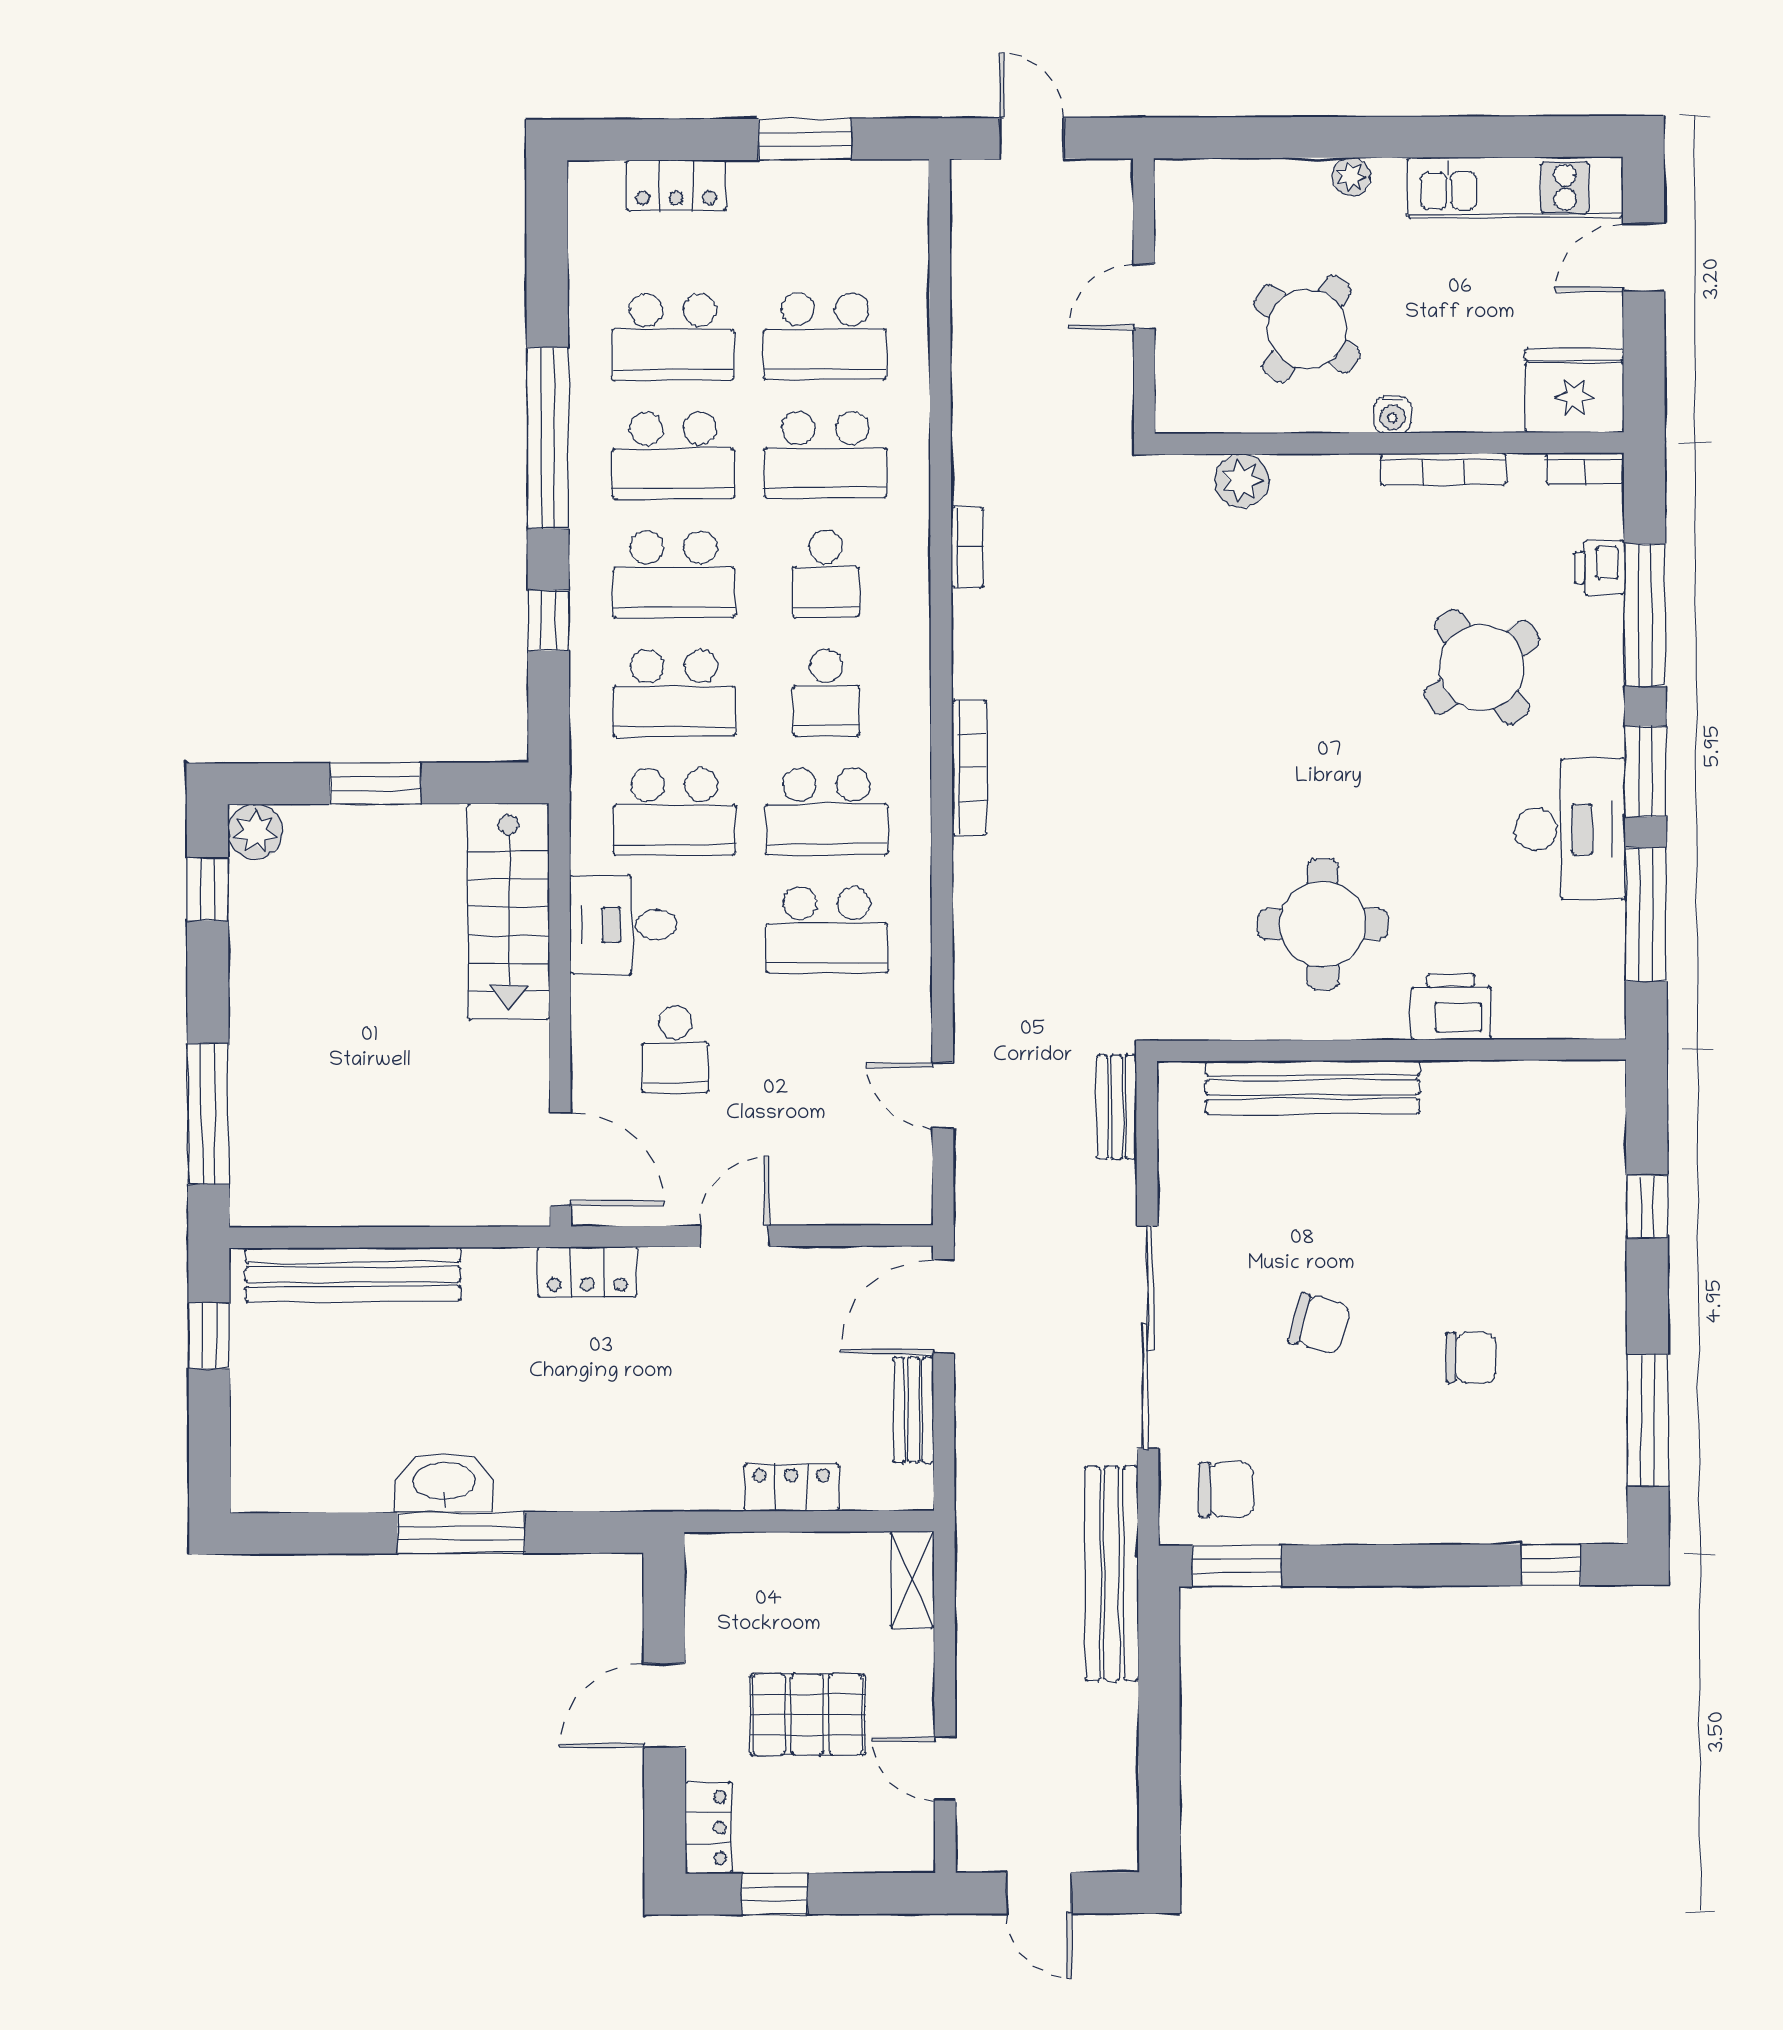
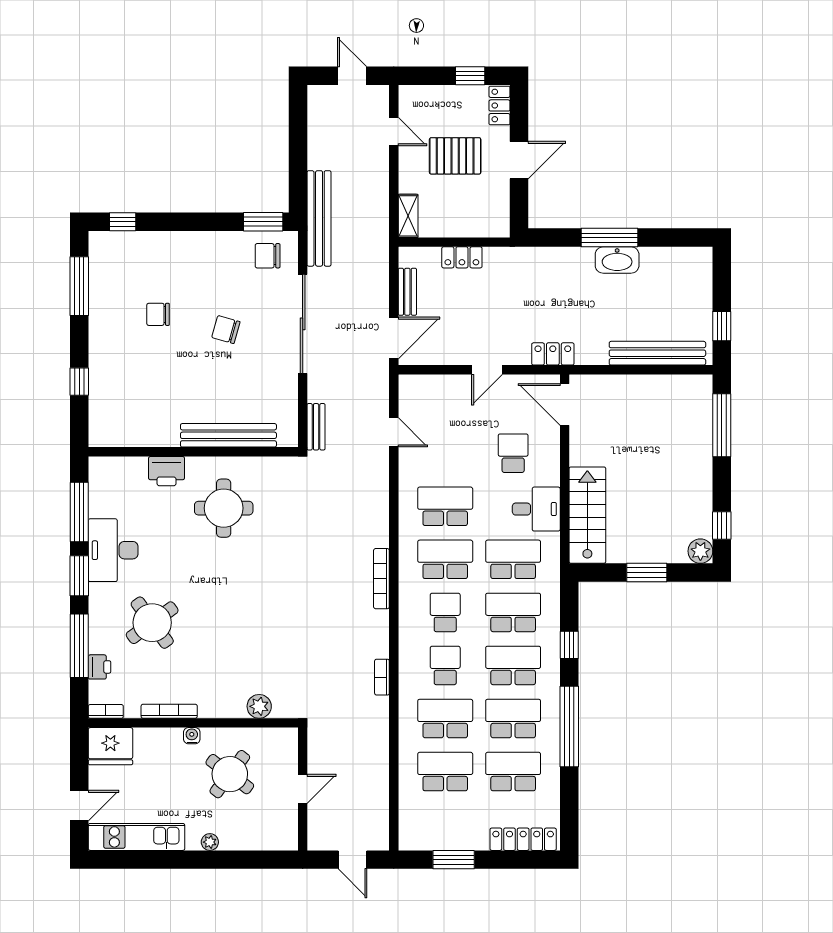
locker: (676, 185) -> (523, 839), width x1.53

